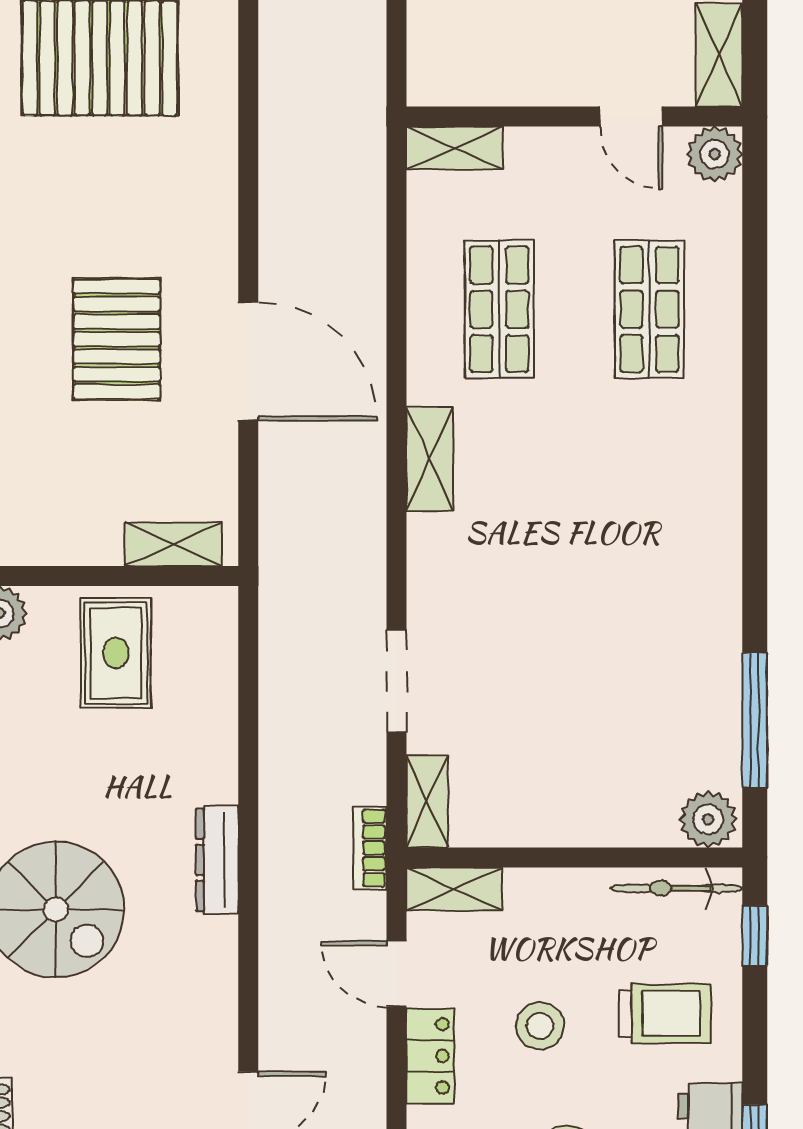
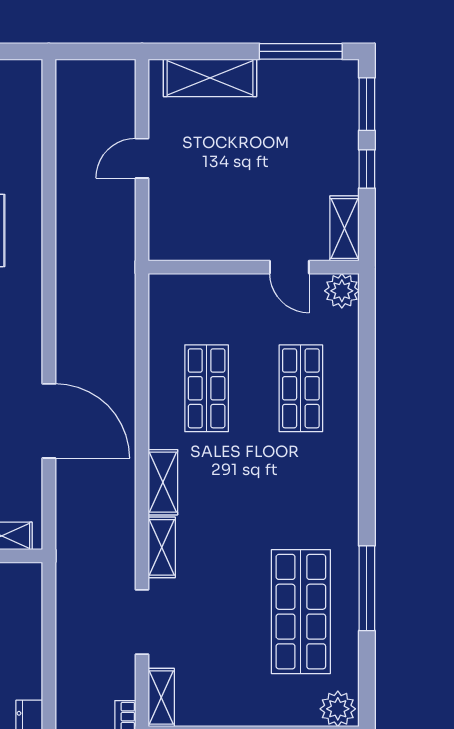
shelving: (454, 148) -> (162, 547), moved, turned 90
shop shelf: (649, 665) -> (301, 612), added
window: (755, 720) -> (367, 588), moved

